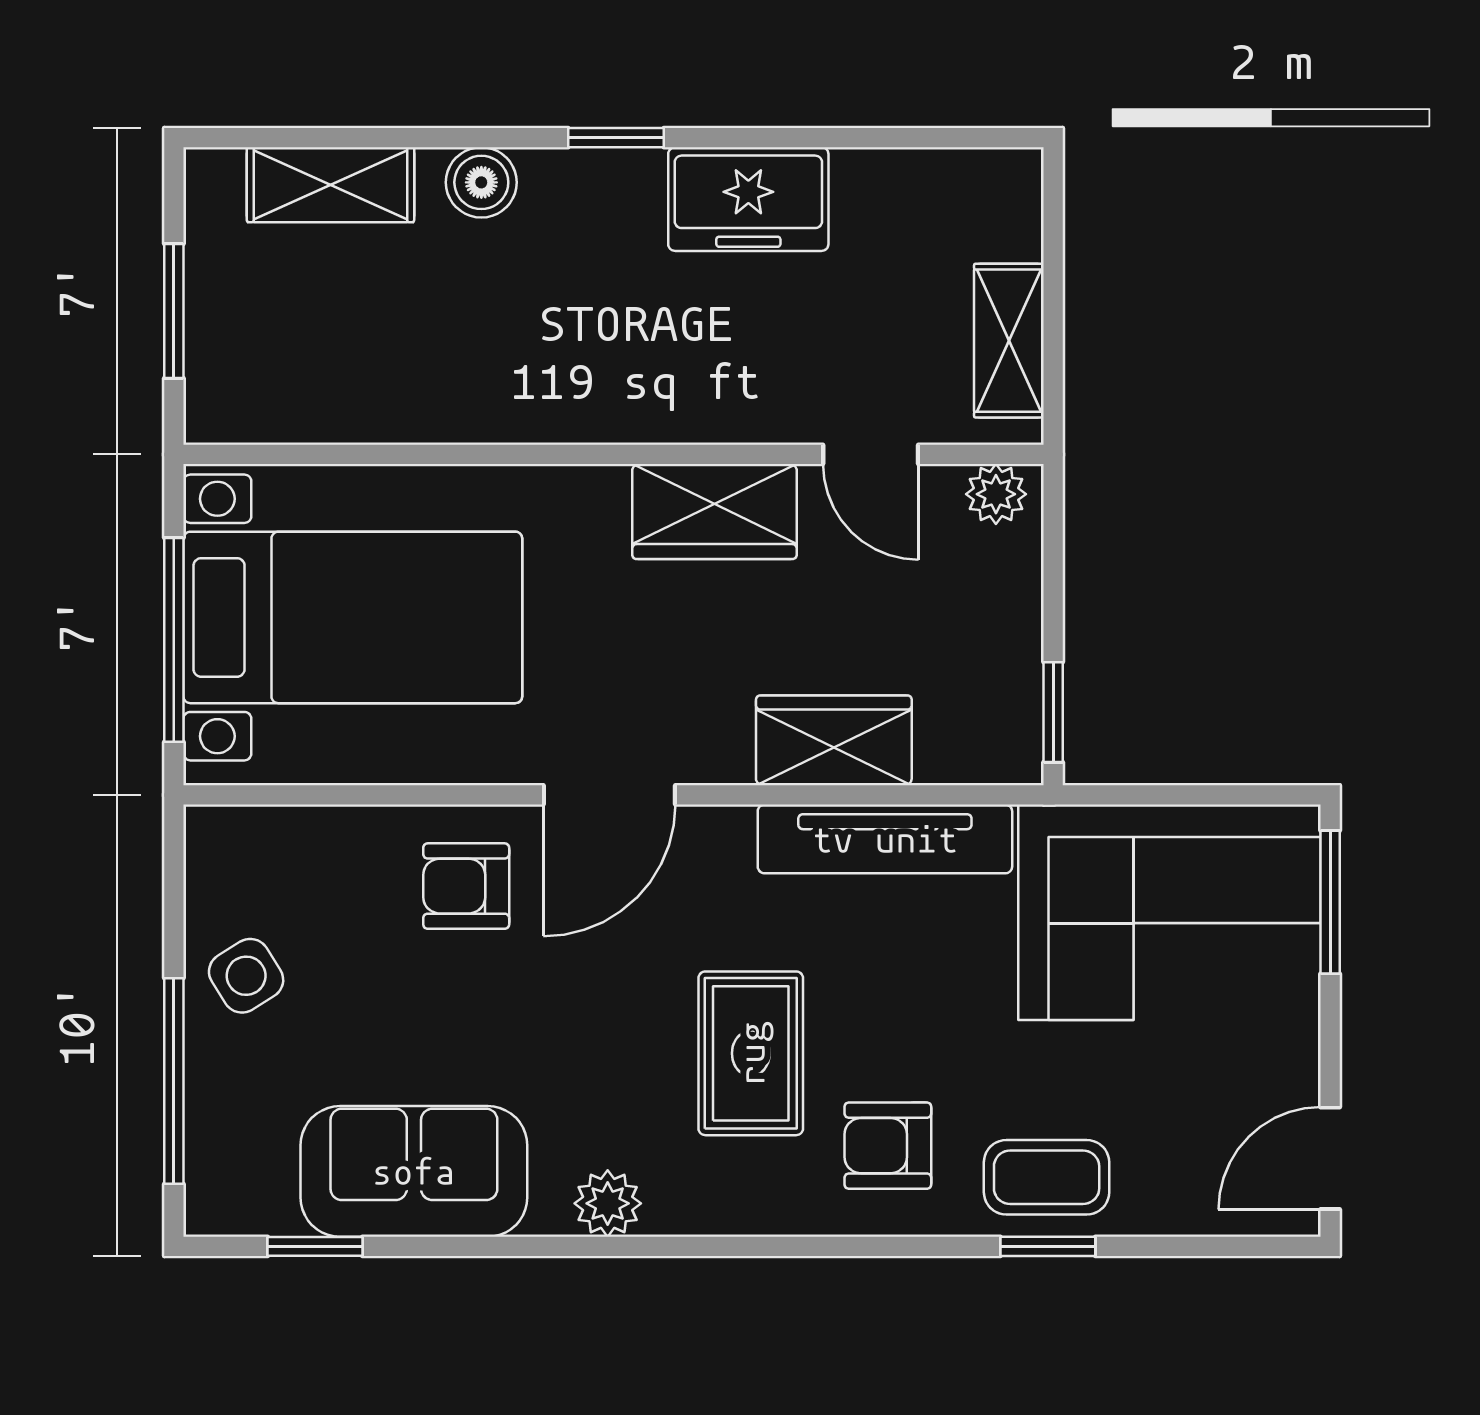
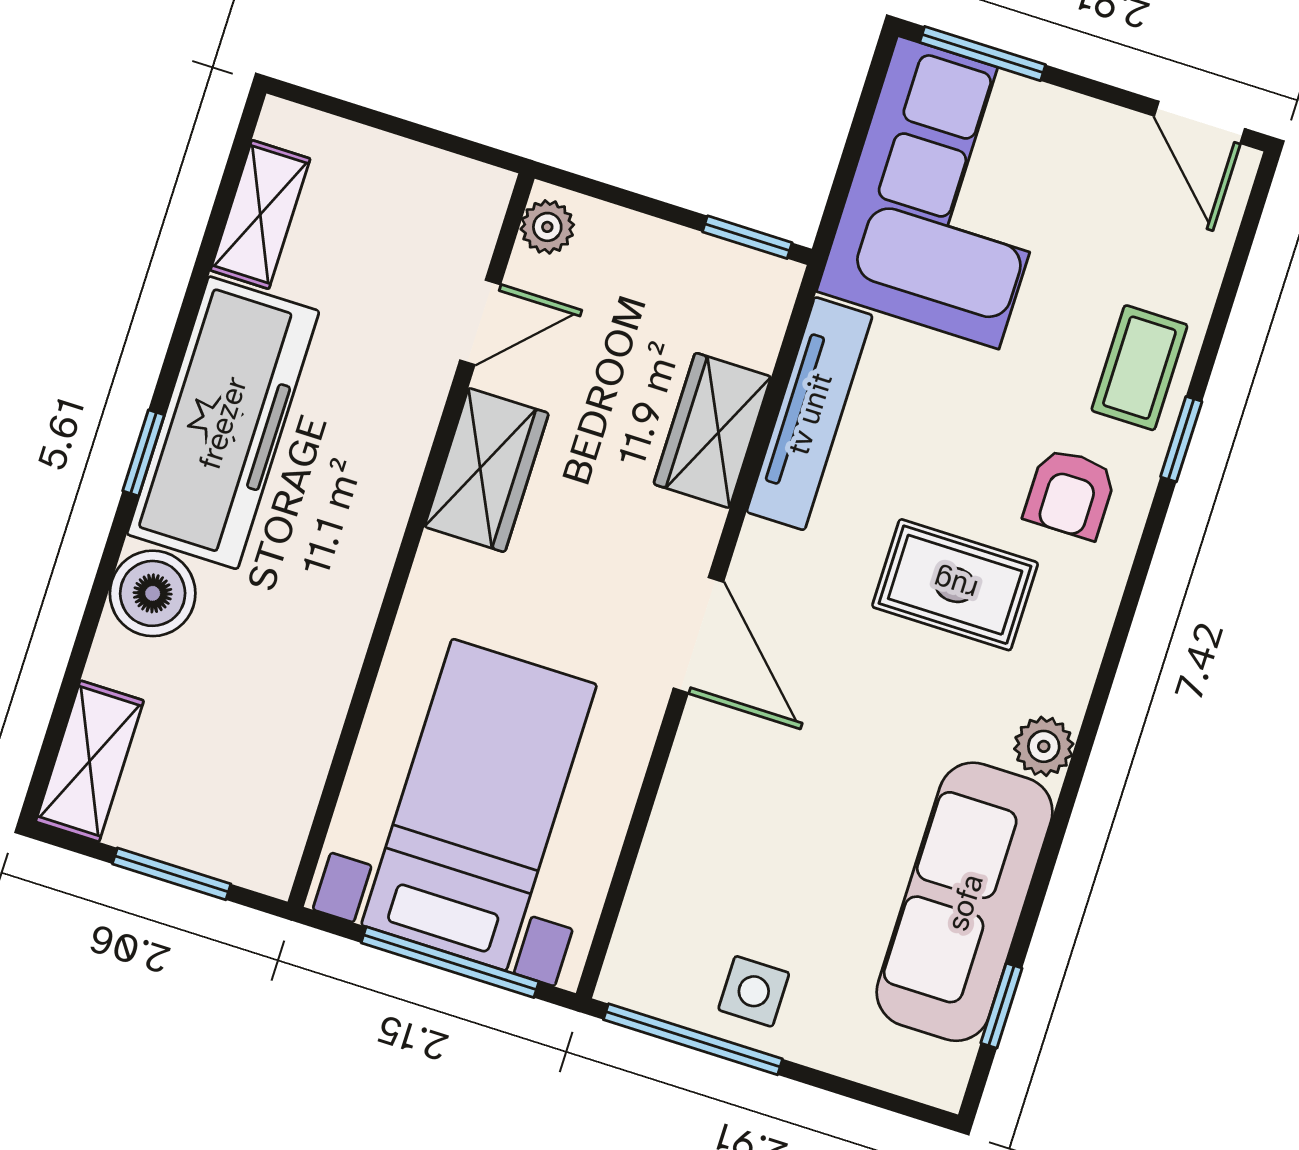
boiler: (481, 182) -> (153, 593), width x1.36, depth x1.36
shelving: (330, 185) -> (90, 761), moved
freezer: (748, 199) -> (223, 423), width x1.91, depth x1.26
shelving: (1009, 341) -> (260, 214), moved, turned 90
armchair: (466, 886) -> (737, 781), removed
side table: (246, 976) -> (754, 991), turned 32
window: (174, 1081) -> (693, 1039), moved
sofa: (414, 1171) -> (965, 902), width x1.36
window: (1048, 1246) -> (1181, 439), moved

